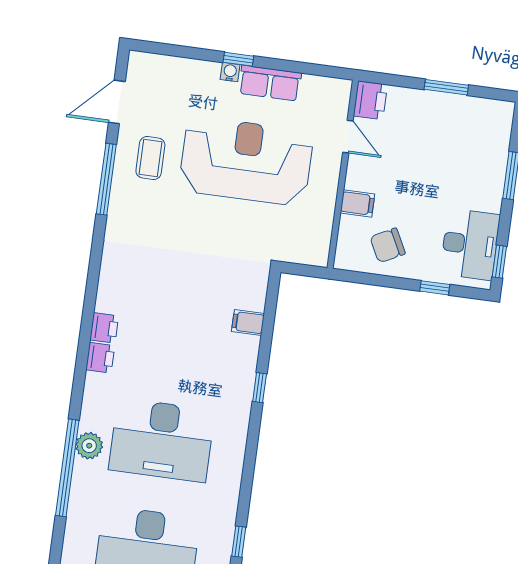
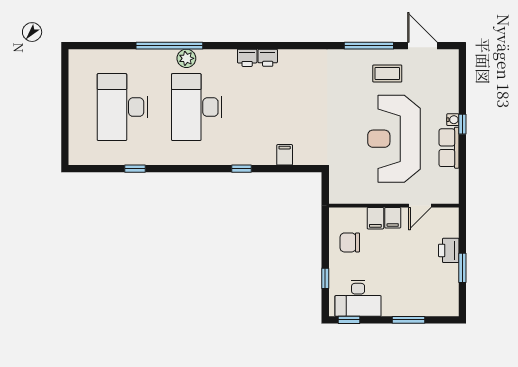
printer: (370, 100) -> (449, 250), moved, turned 90
reception desk: (246, 161) -> (394, 139), turned 180
filing cabinet: (360, 178) -> (393, 218), added
chair: (388, 245) -> (350, 242), turned -63

